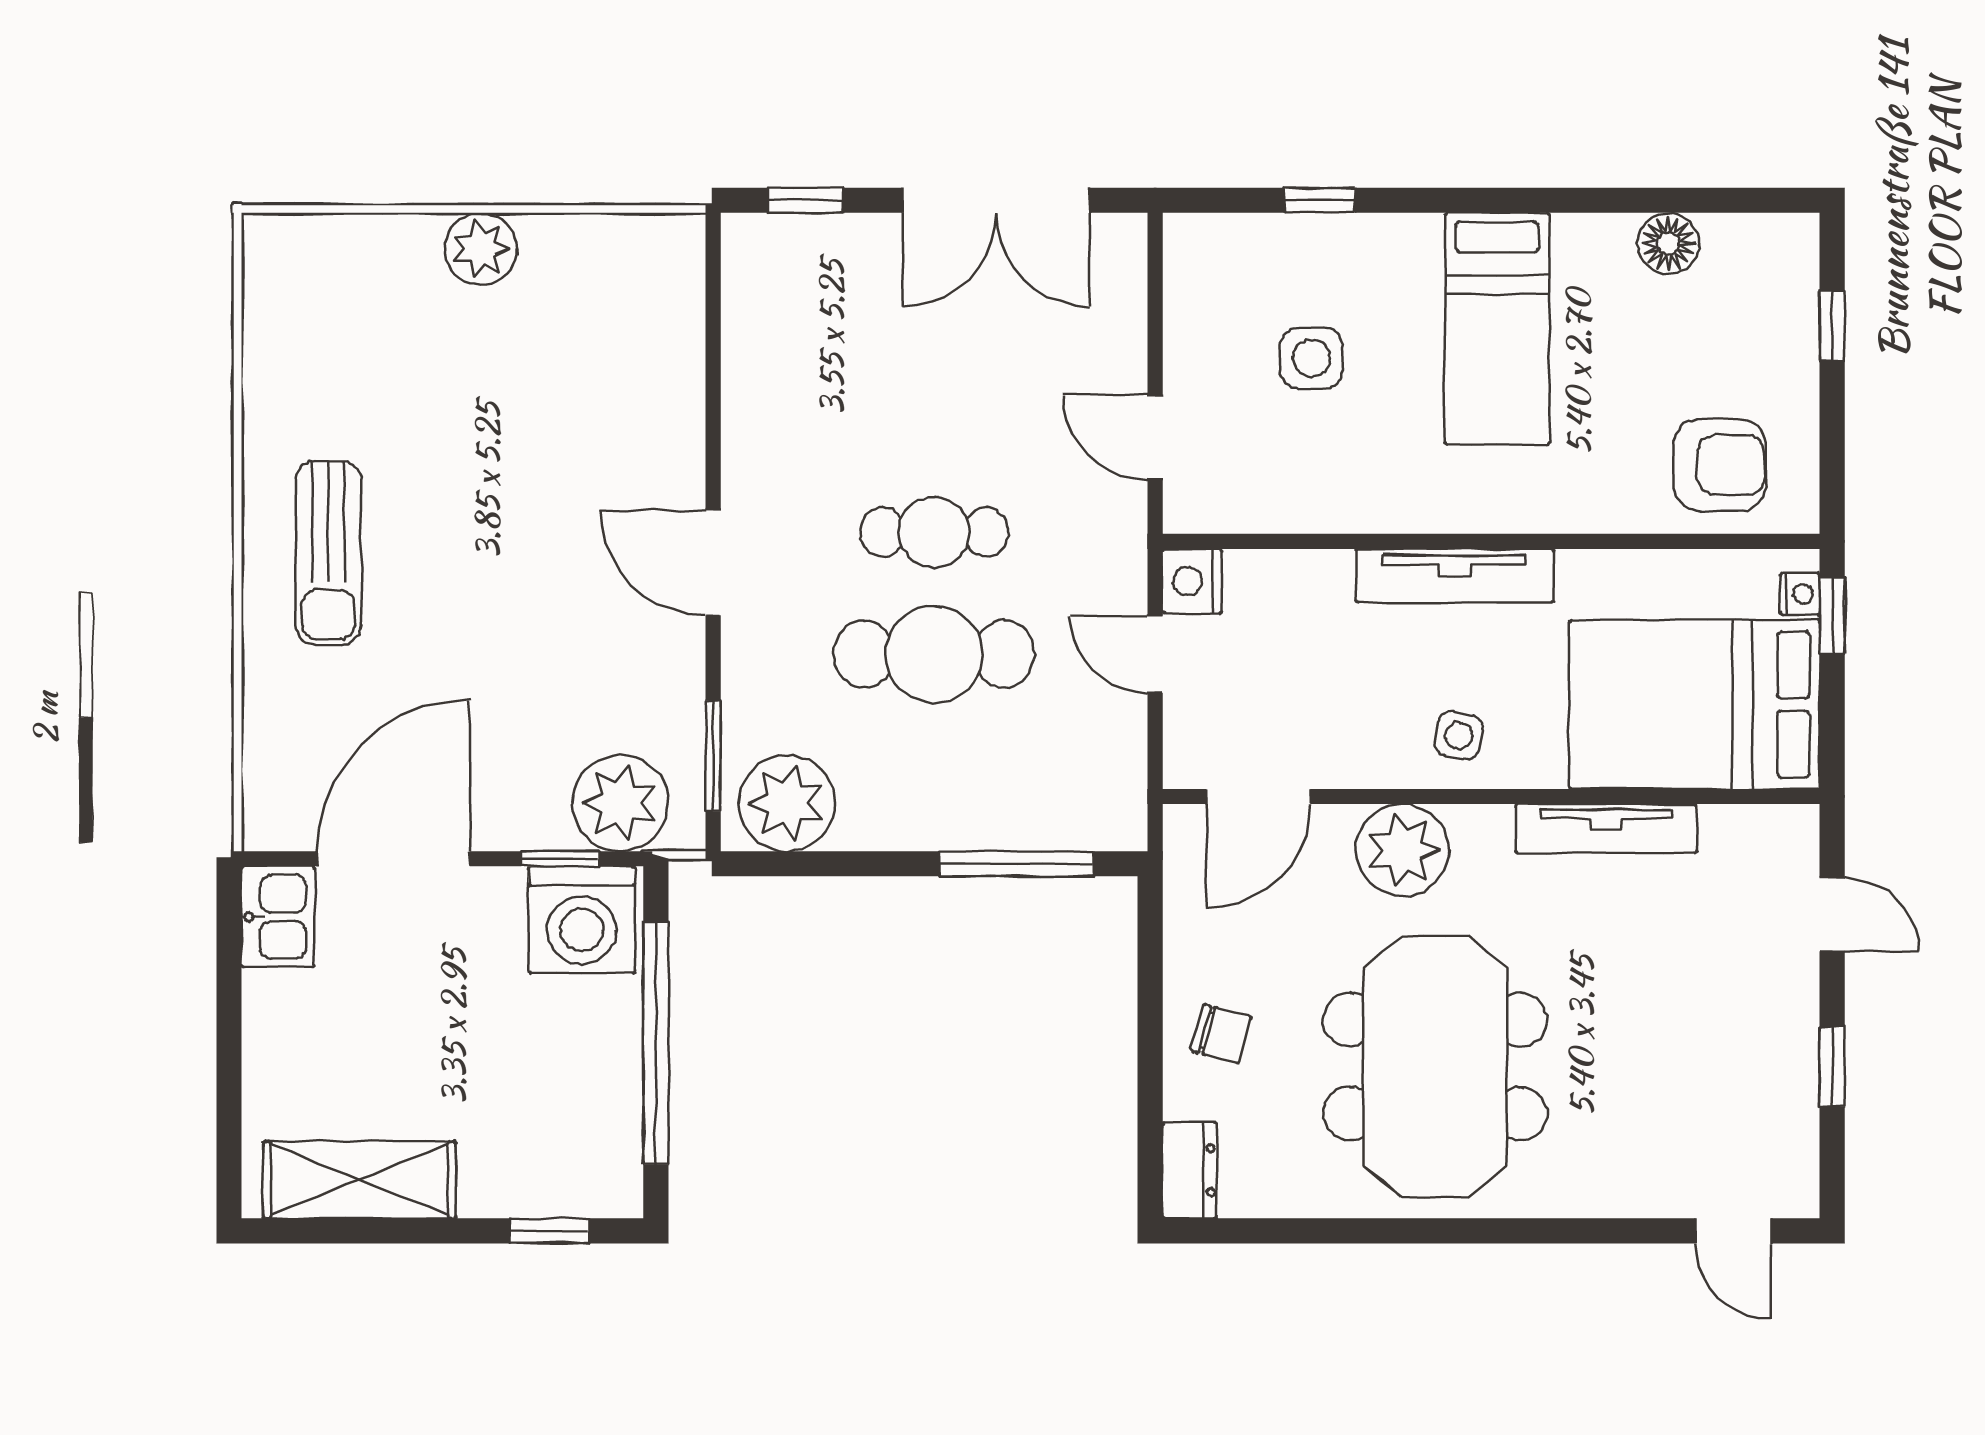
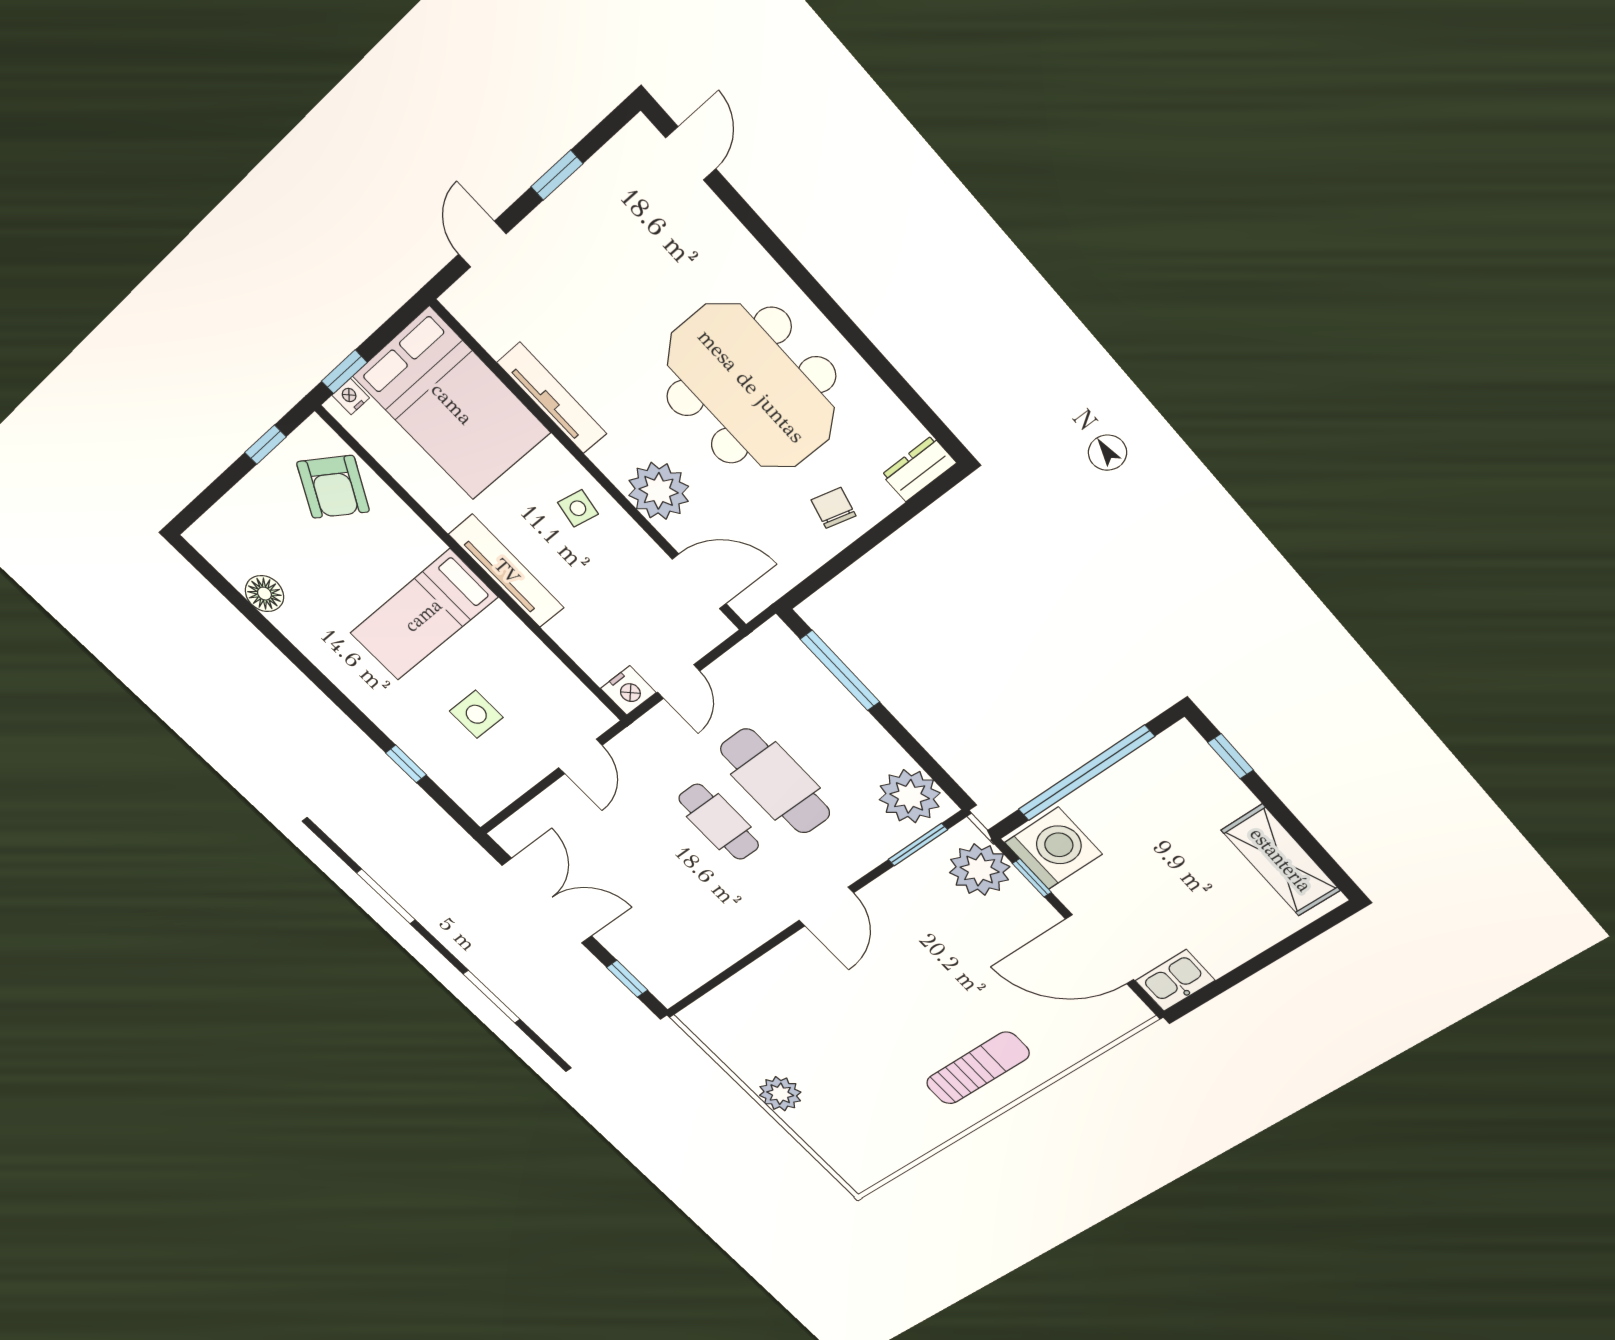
window: (1832, 326) -> (266, 445), moved
bed: (1497, 329) -> (423, 615), moved, turned 180
armchair: (1720, 465) -> (333, 487), turned -148
meeting table: (1435, 1067) -> (751, 386), turned 90

